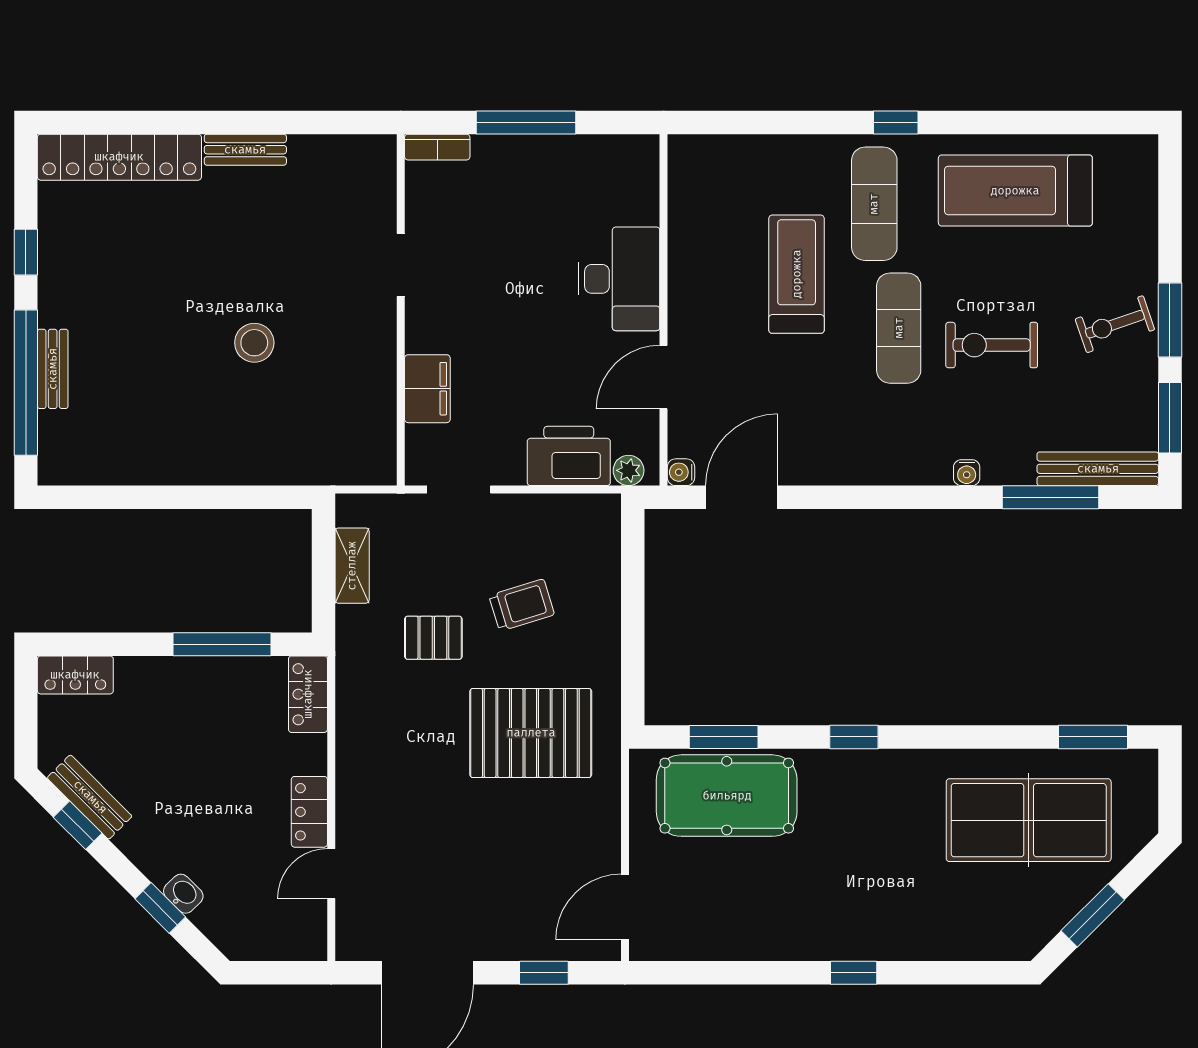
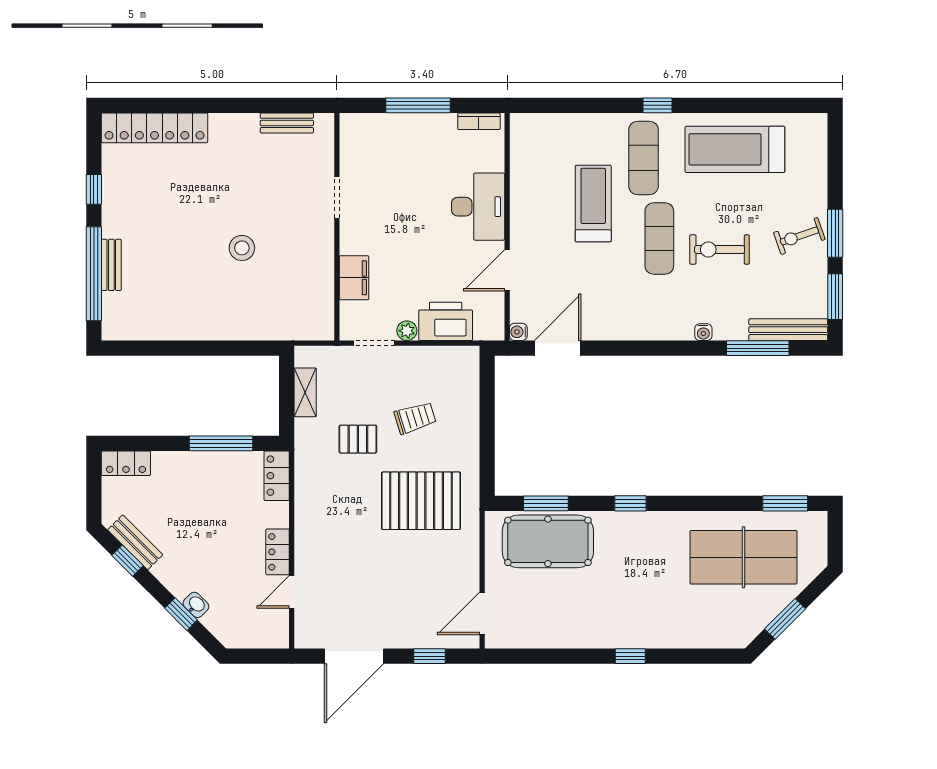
bookcase: (437, 147) -> (479, 121), moved
bench: (245, 150) -> (287, 123), moved
plant: (629, 470) -> (407, 331), moved

